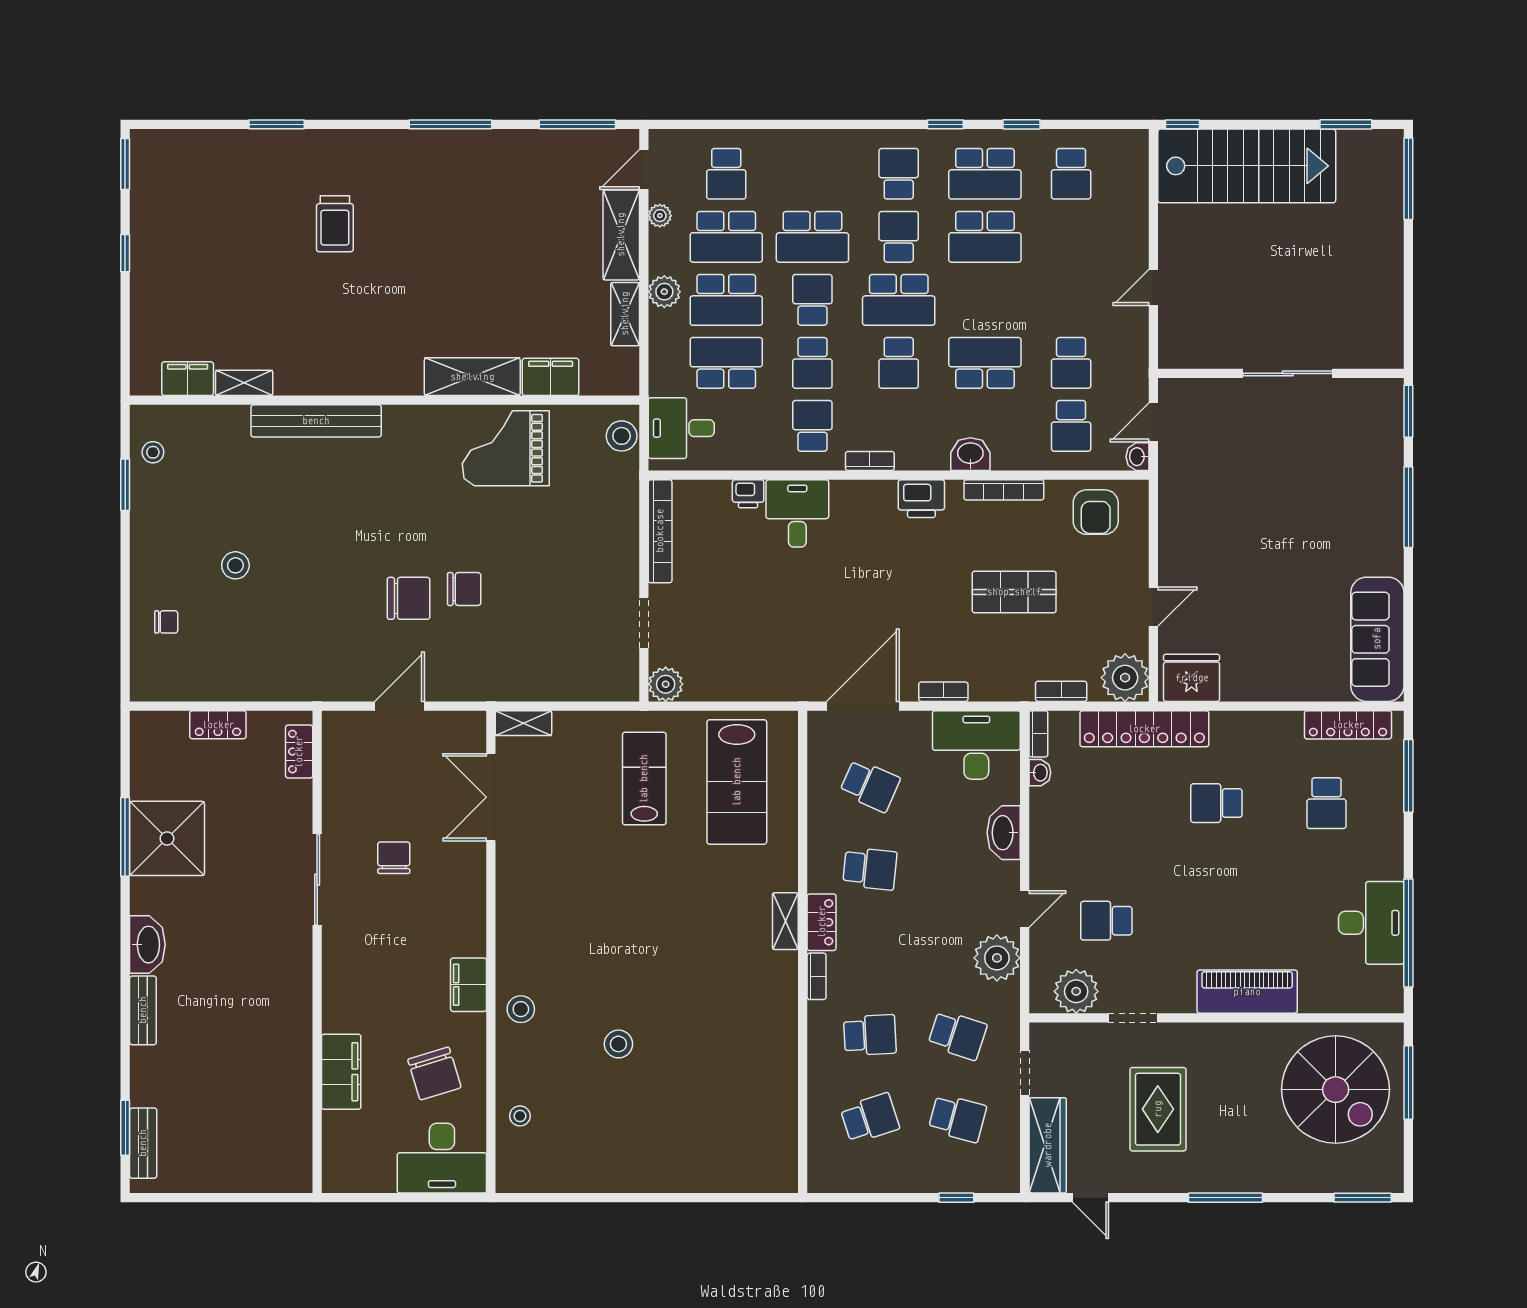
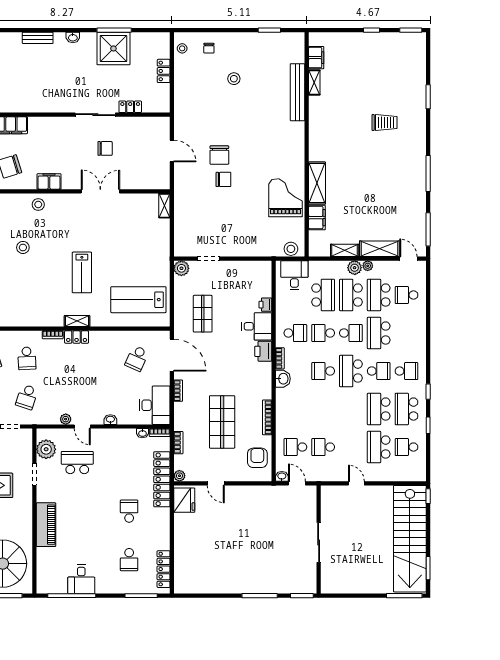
stairs: (1247, 166) -> (410, 539), width x1.36
plant: (660, 216) -> (368, 266), moved
trolley: (335, 224) -> (384, 123), turned 180
school desk: (985, 363) -> (379, 447), moved, turned 180
bench: (316, 421) -> (298, 92), moved
stool: (153, 452) -> (182, 48), moved
washbasin: (970, 454) -> (283, 379), moved
printer: (921, 499) -> (263, 351), moved
armchair: (1096, 512) -> (257, 458), turned 90
bookcase: (660, 531) -> (249, 266), removed
chair: (464, 589) -> (223, 179), turned -90
shop shelf: (1014, 592) -> (222, 422), width x1.43, depth x1.36
shop shelf: (769, 636) -> (203, 314), added
sofa: (1377, 639) -> (201, 582), removed
plant: (1125, 678) -> (179, 476), width x0.53, depth x0.53
locker: (299, 752) -> (130, 107), moved
lab bench: (644, 779) -> (82, 272), moved, turned 90
double door: (491, 797) -> (100, 191), moved
school desk: (1327, 803) -> (129, 560), turned -90
washbasin: (1004, 833) -> (110, 420), width x0.52, depth x0.69
school desk: (870, 869) -> (100, 358), removed
school desk: (1106, 921) -> (77, 463), width x1.85
desk: (1371, 923) -> (81, 579), width x0.73
washbasin: (147, 945) -> (73, 37), width x0.52, depth x0.69
plant: (997, 958) -> (66, 419), width x0.53, depth x0.53

